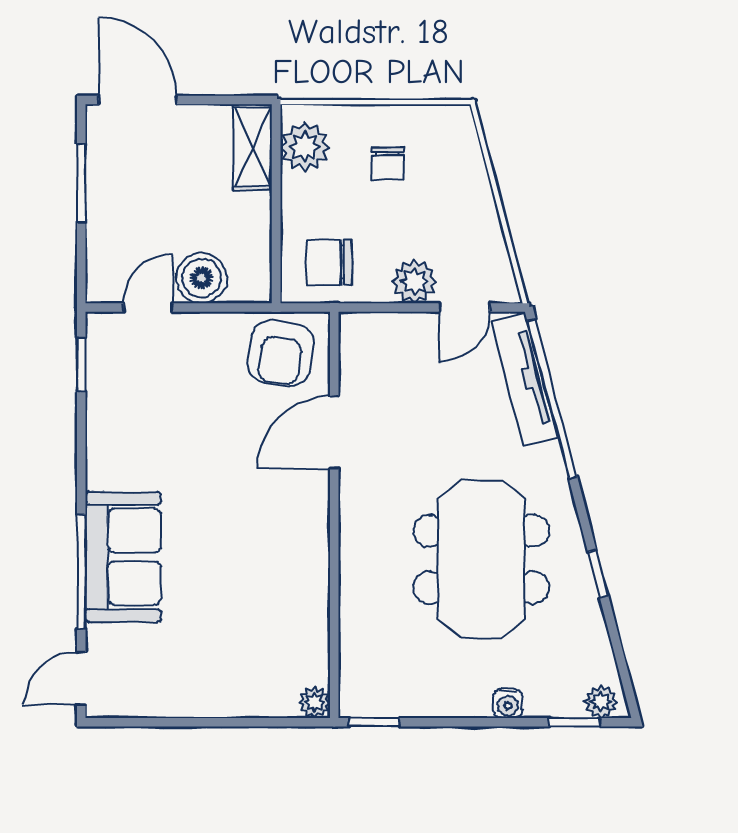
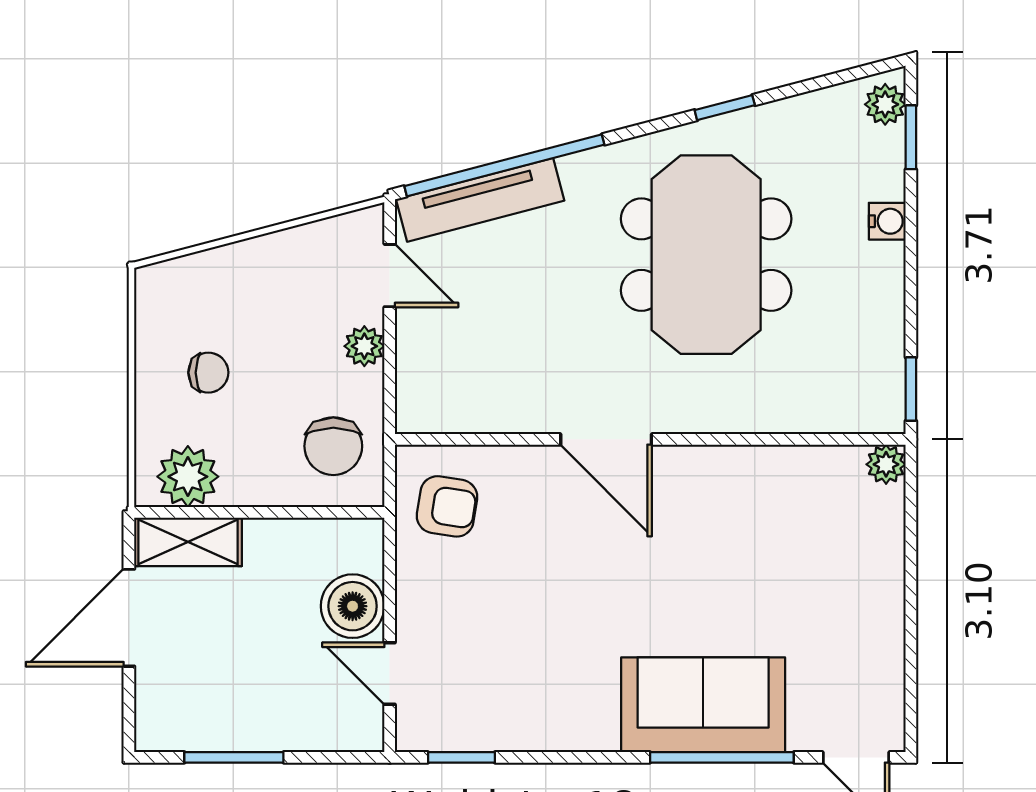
door: (138, 100) -> (129, 618), moved
plant: (414, 281) -> (364, 346), width x0.73, depth x0.73
armchair: (281, 353) -> (447, 506), width x0.72, depth x0.72
door: (334, 432) -> (606, 439), moved
meeting table: (481, 559) -> (706, 255), turned 90

